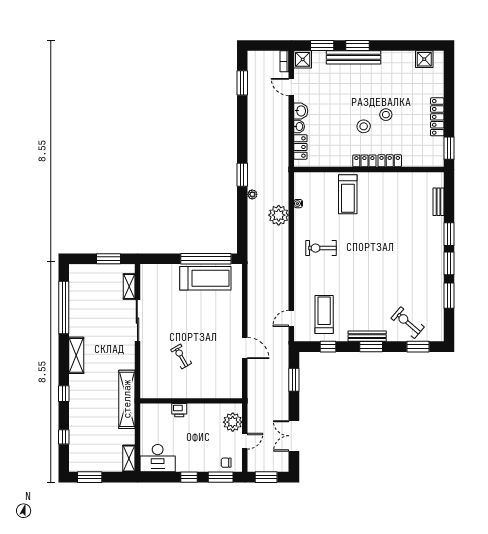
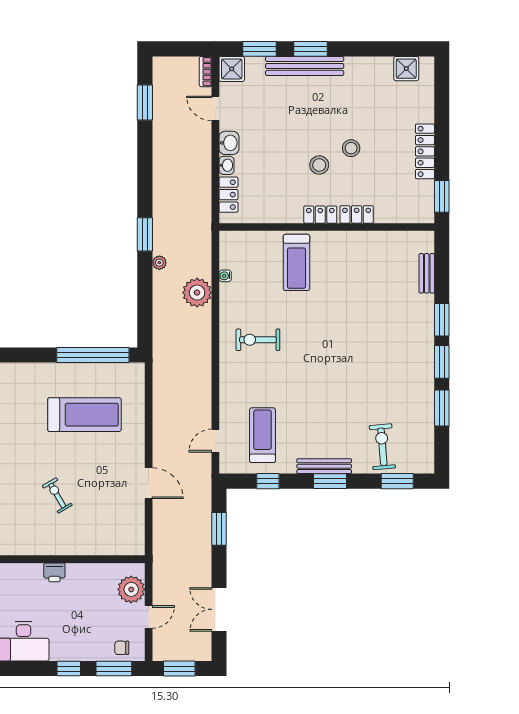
treadmill: (205, 278) -> (84, 415), moved
exercise bike: (408, 323) -> (382, 447), turned 44

